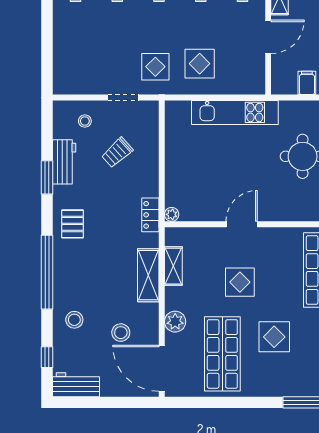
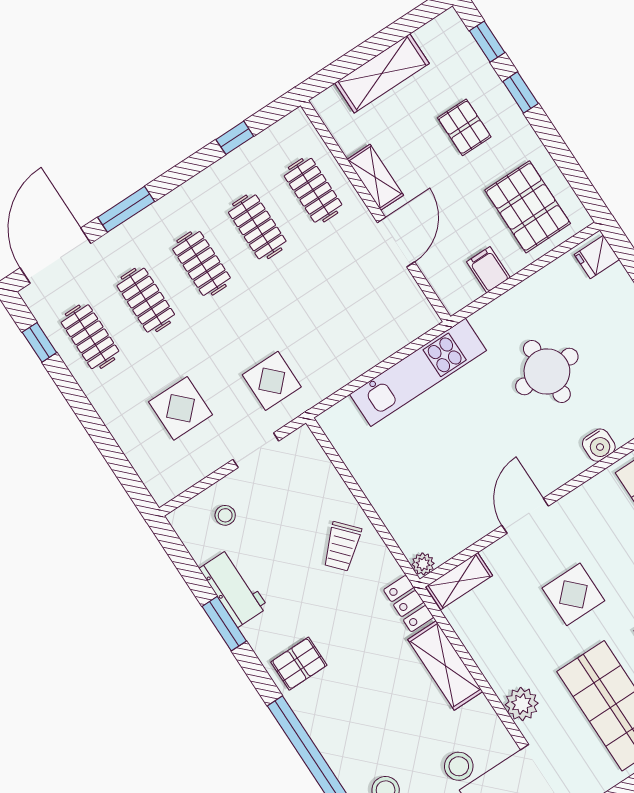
display table: (200, 64) -> (180, 408), moved
trolley: (117, 153) -> (342, 546), moved
water cooler: (304, 213) -> (599, 445), added
locker: (150, 215) -> (409, 604), moved
pallet: (72, 224) -> (299, 664), turned 90
shelving: (173, 266) -> (459, 581), moved, turned 90

